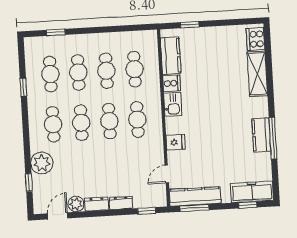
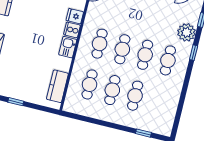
window: (190, 25) -> (16, 102), moved
cafe table: (50, 74) -> (158, 101), removed
cooker: (172, 83) -> (72, 30), moved
window: (23, 87) -> (194, 53), moved

